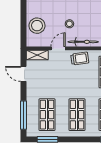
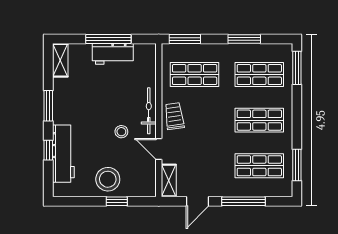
window: (24, 21) -> (117, 201), added
stool: (37, 26) -> (108, 179), moved
window: (24, 115) -> (243, 201), moved

